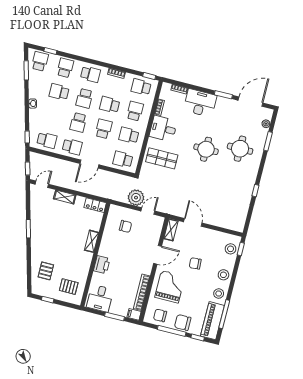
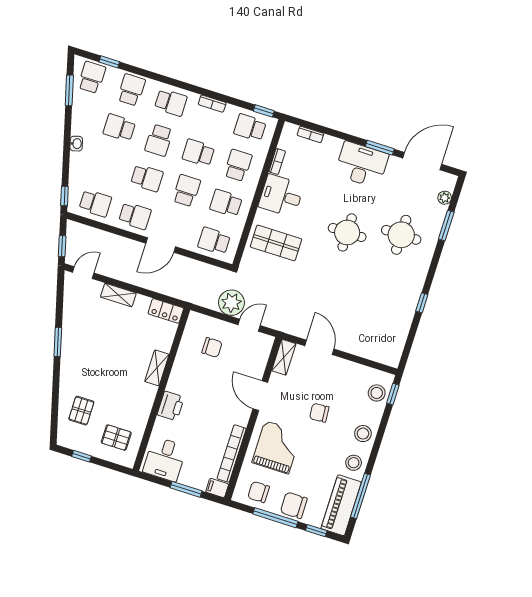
desk: (200, 103) -> (362, 165), moved
school desk: (78, 122) -> (147, 178), turned -90
door: (158, 255) -> (260, 396), swing flipped

